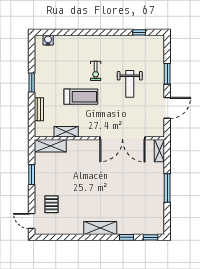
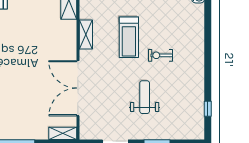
weight bench: (130, 84) -> (145, 97), turned 90
shelving: (66, 132) -> (86, 35), moved

